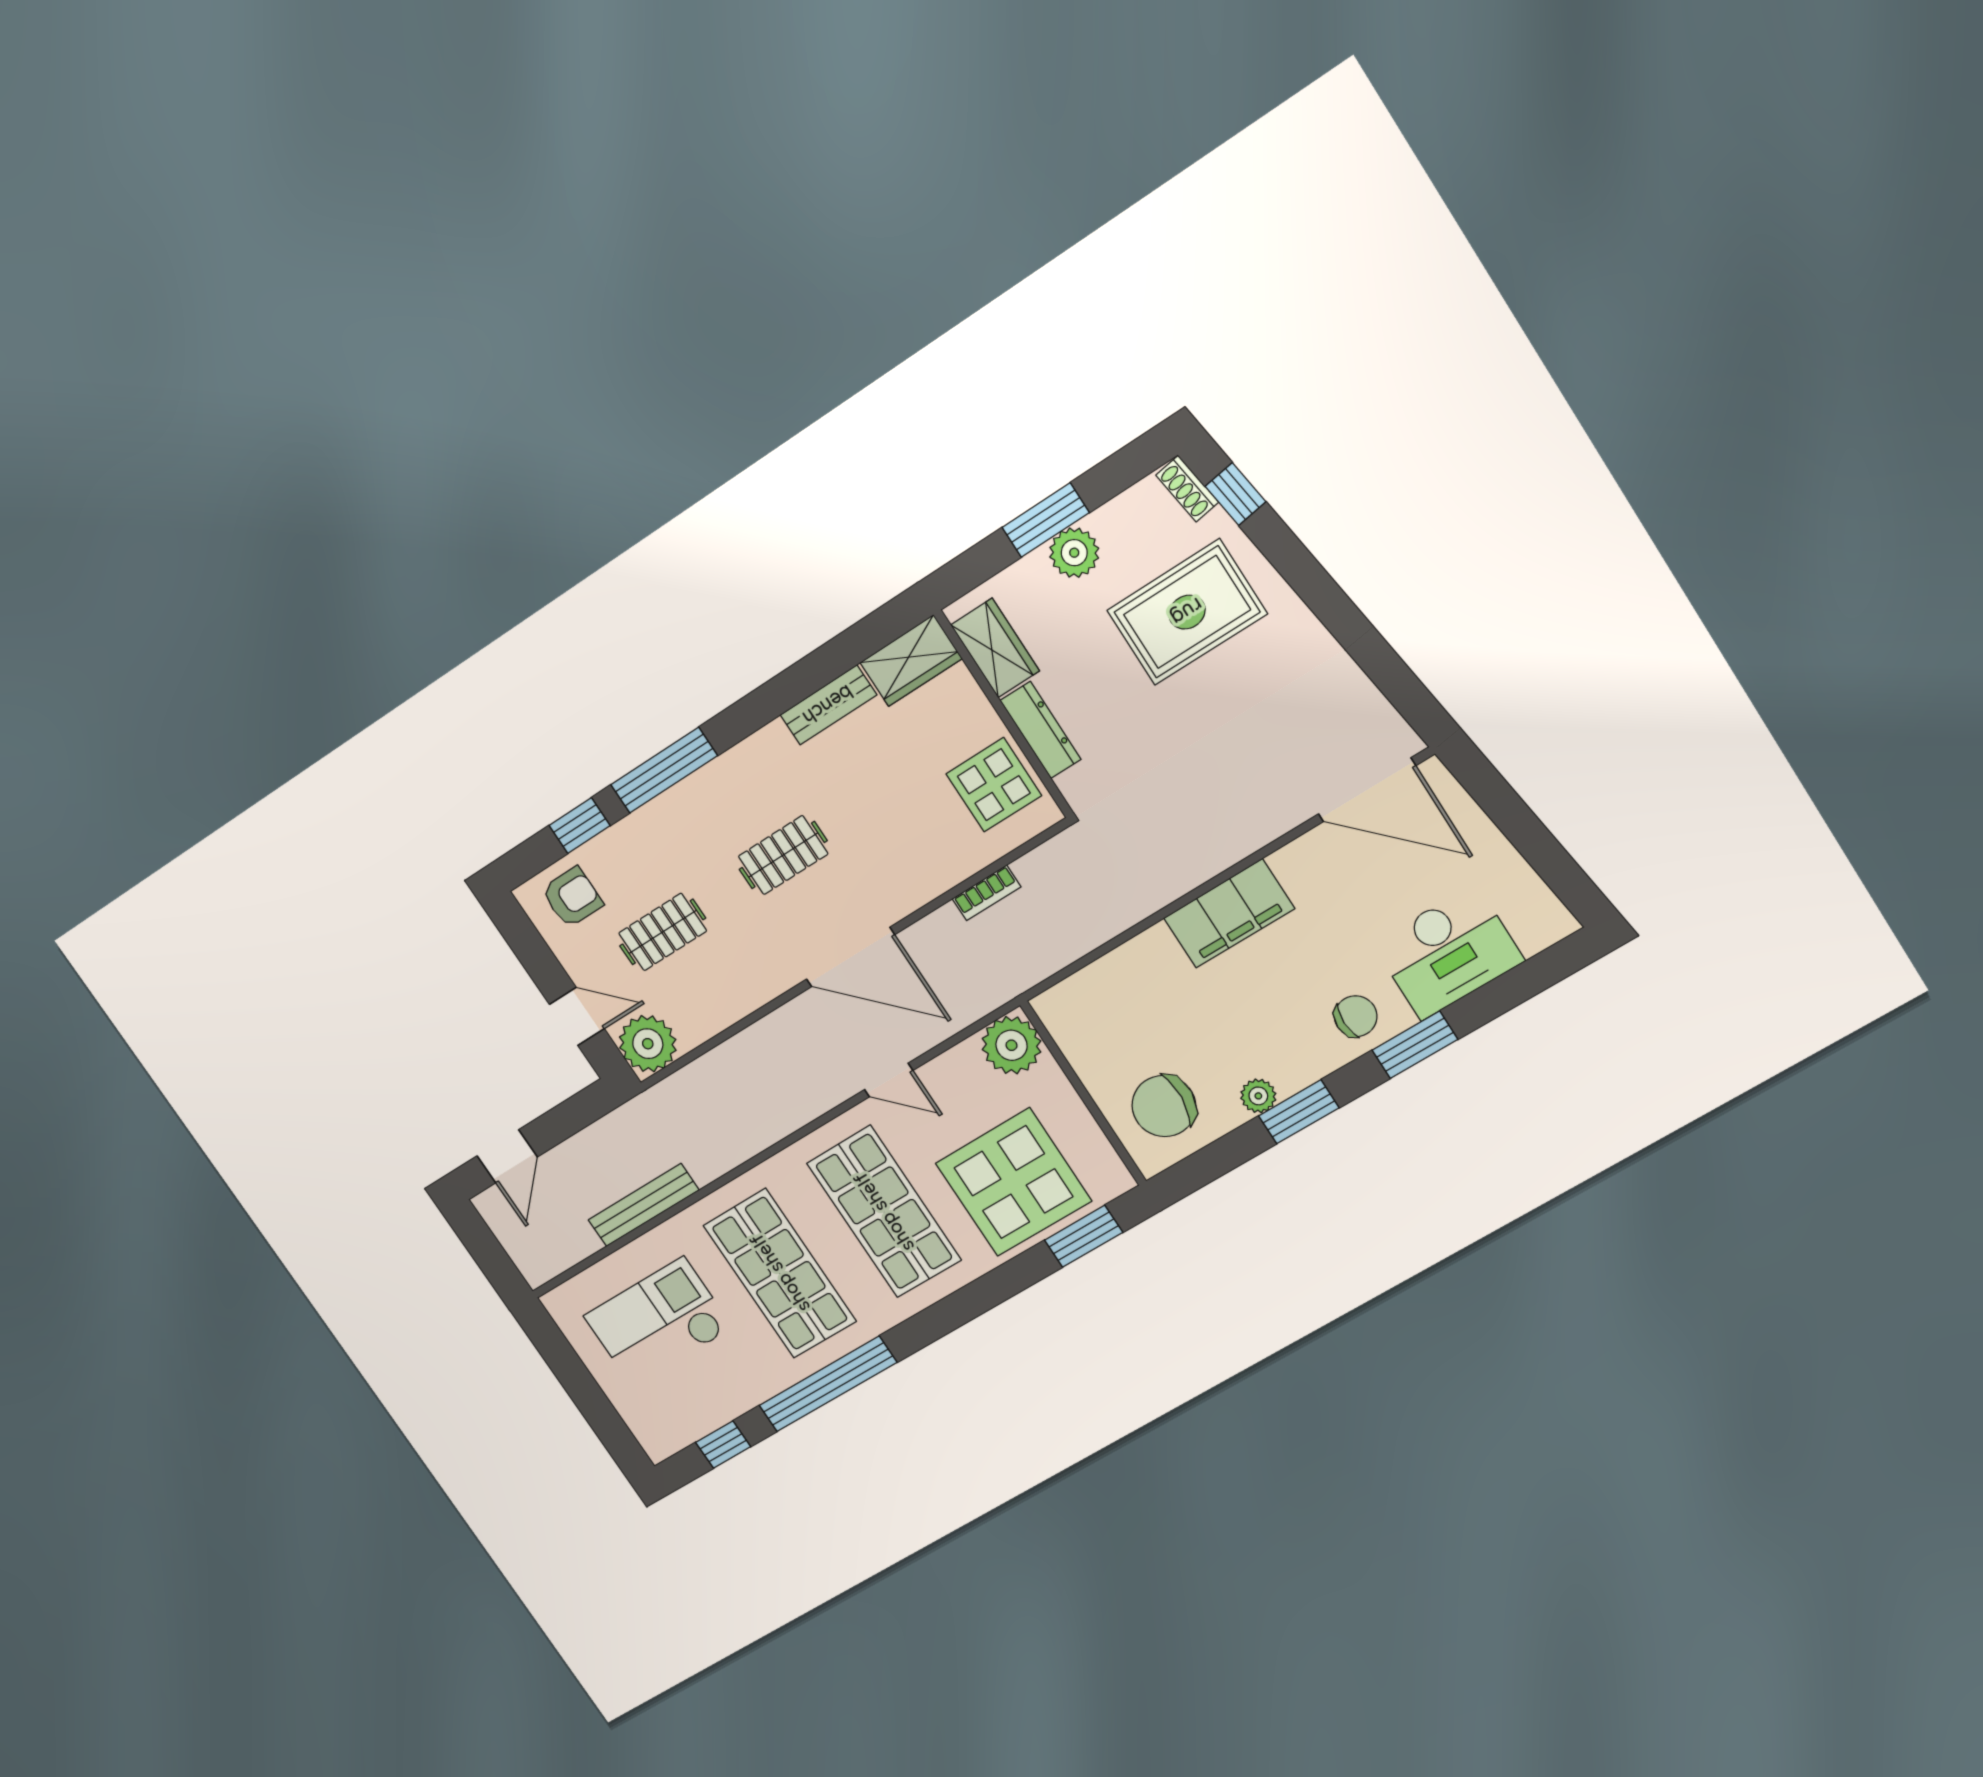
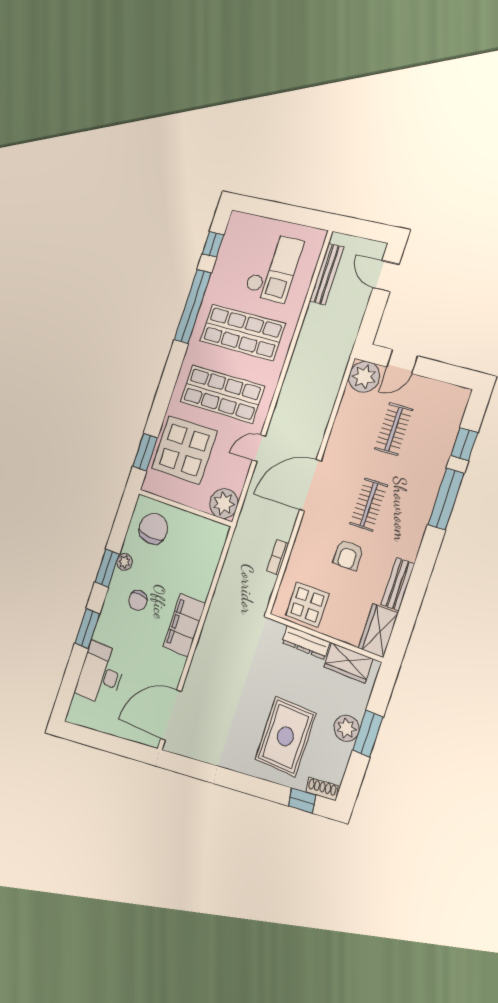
armchair: (572, 897) -> (348, 555), moved
chair: (1356, 1016) -> (138, 600), moved
bench: (644, 1205) -> (327, 274), moved

